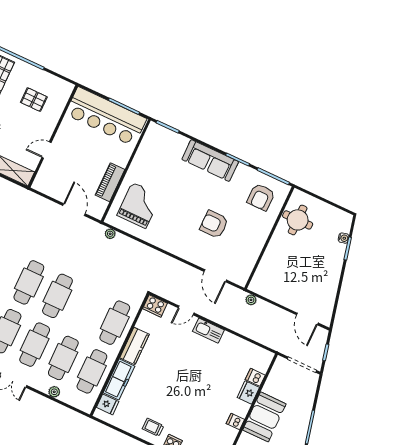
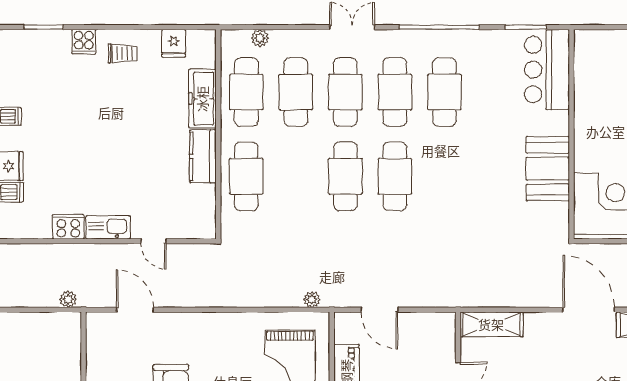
cooker: (155, 306) -> (68, 227), moved
door: (186, 310) -> (153, 241), swing flipped
plant: (54, 392) -> (260, 38), moved
fridge: (108, 404) -> (174, 43), moved, turned -90

